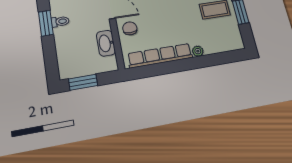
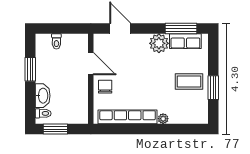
toilet: (60, 22) -> (43, 113), moved
washbasin: (106, 43) -> (43, 96), moved, turned 180

